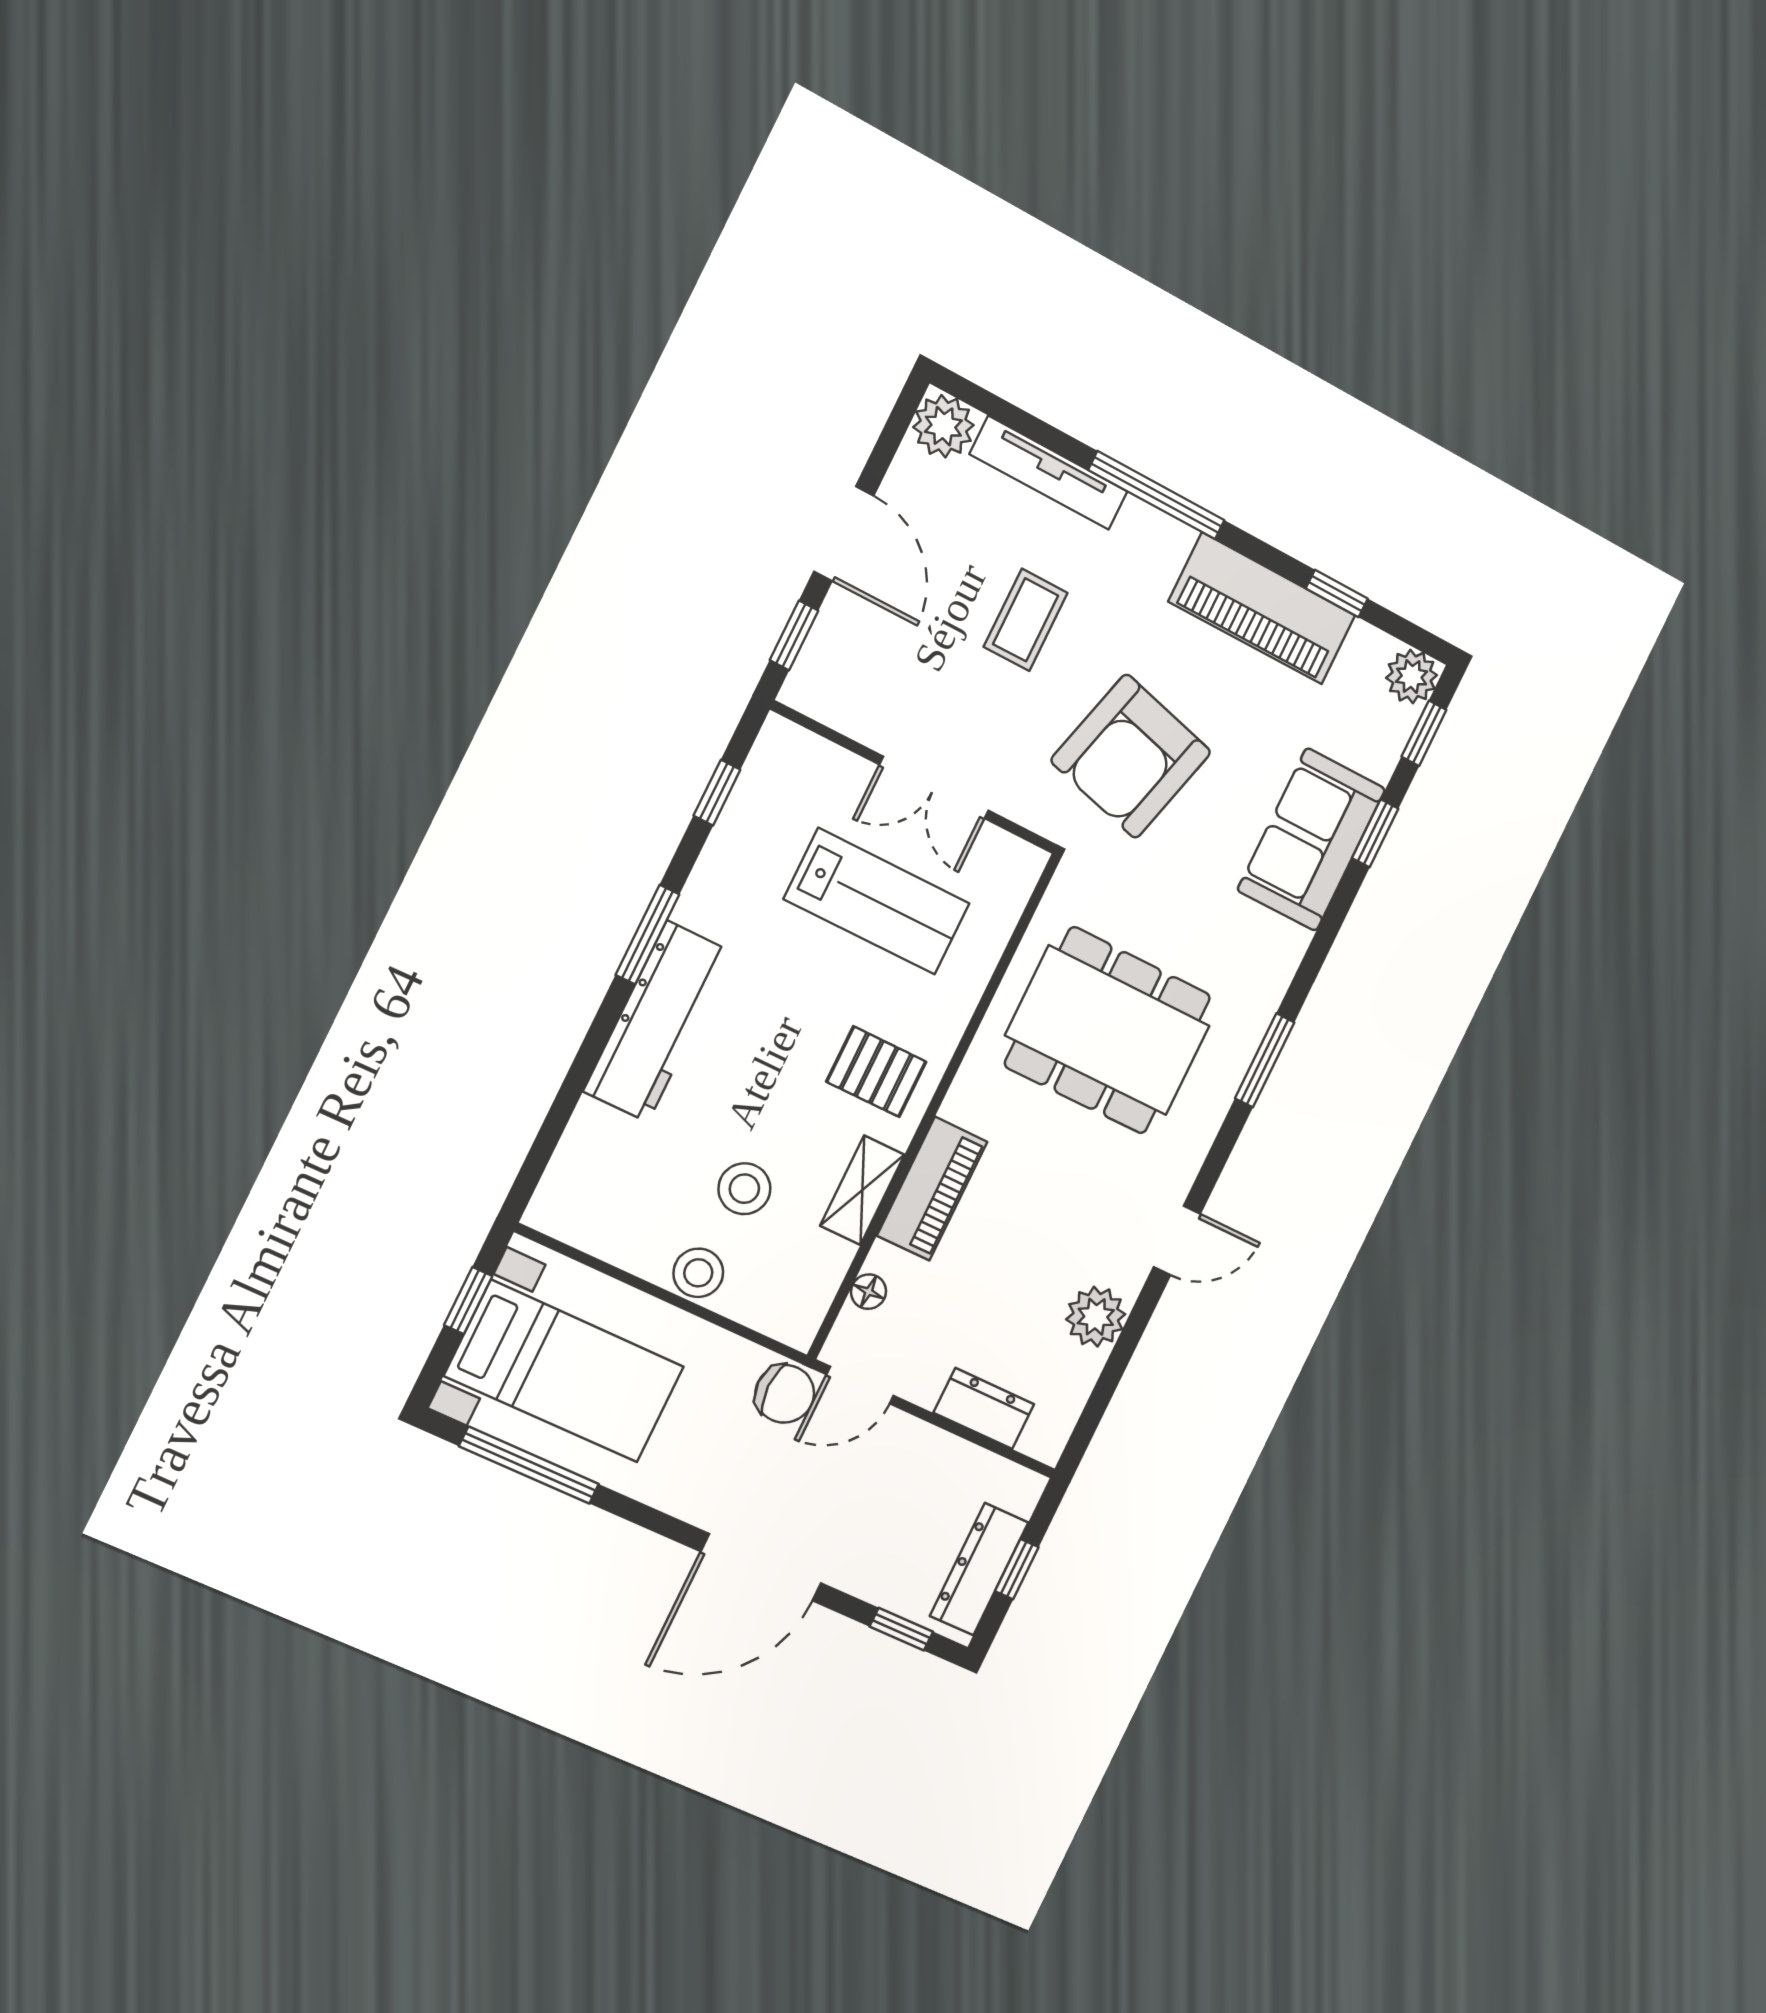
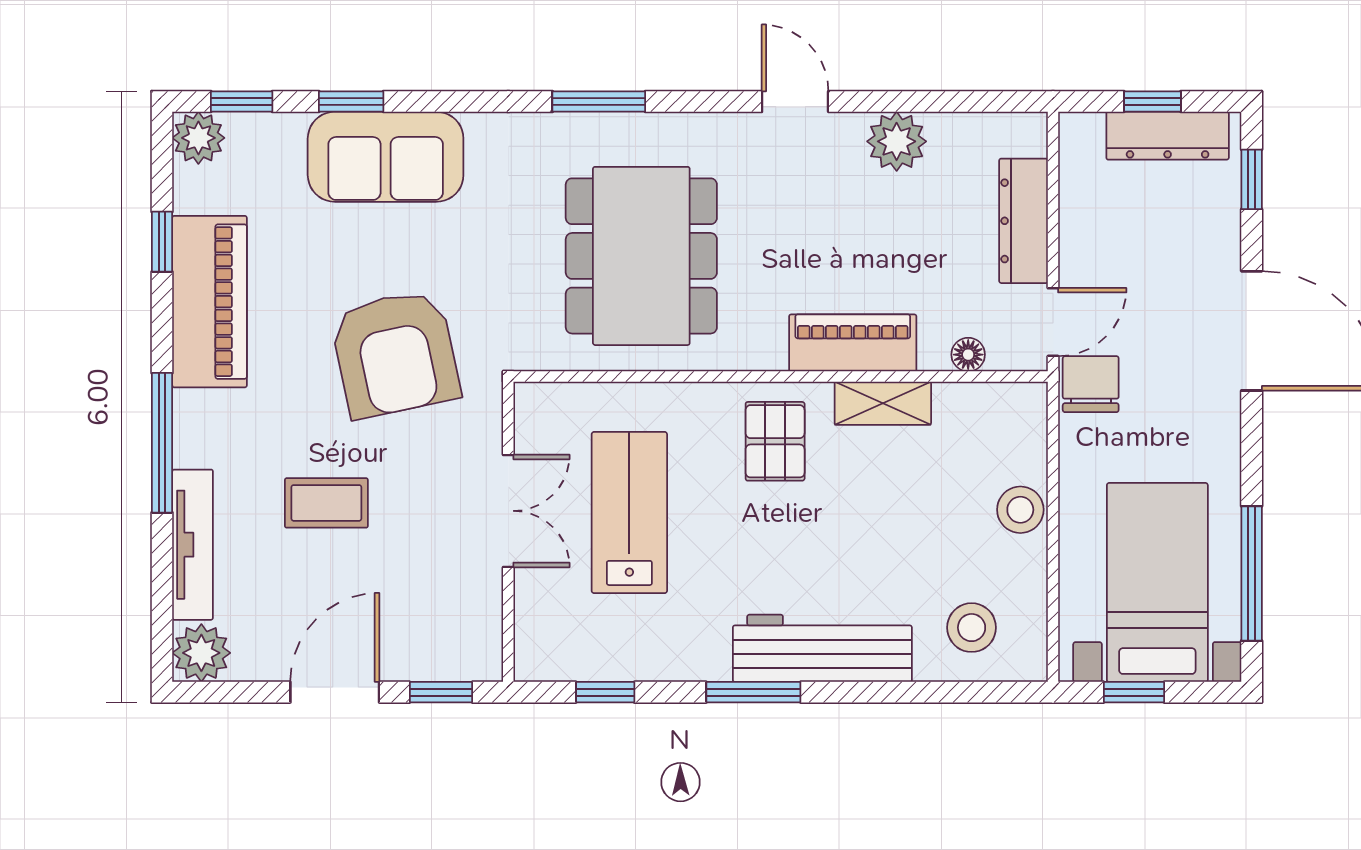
armchair: (1131, 756) -> (395, 354), turned 63
stool: (744, 1189) -> (972, 628), moved
door: (860, 1385) -> (1053, 322), hinge flipped
dresser: (984, 1409) -> (1024, 221), width x1.44

